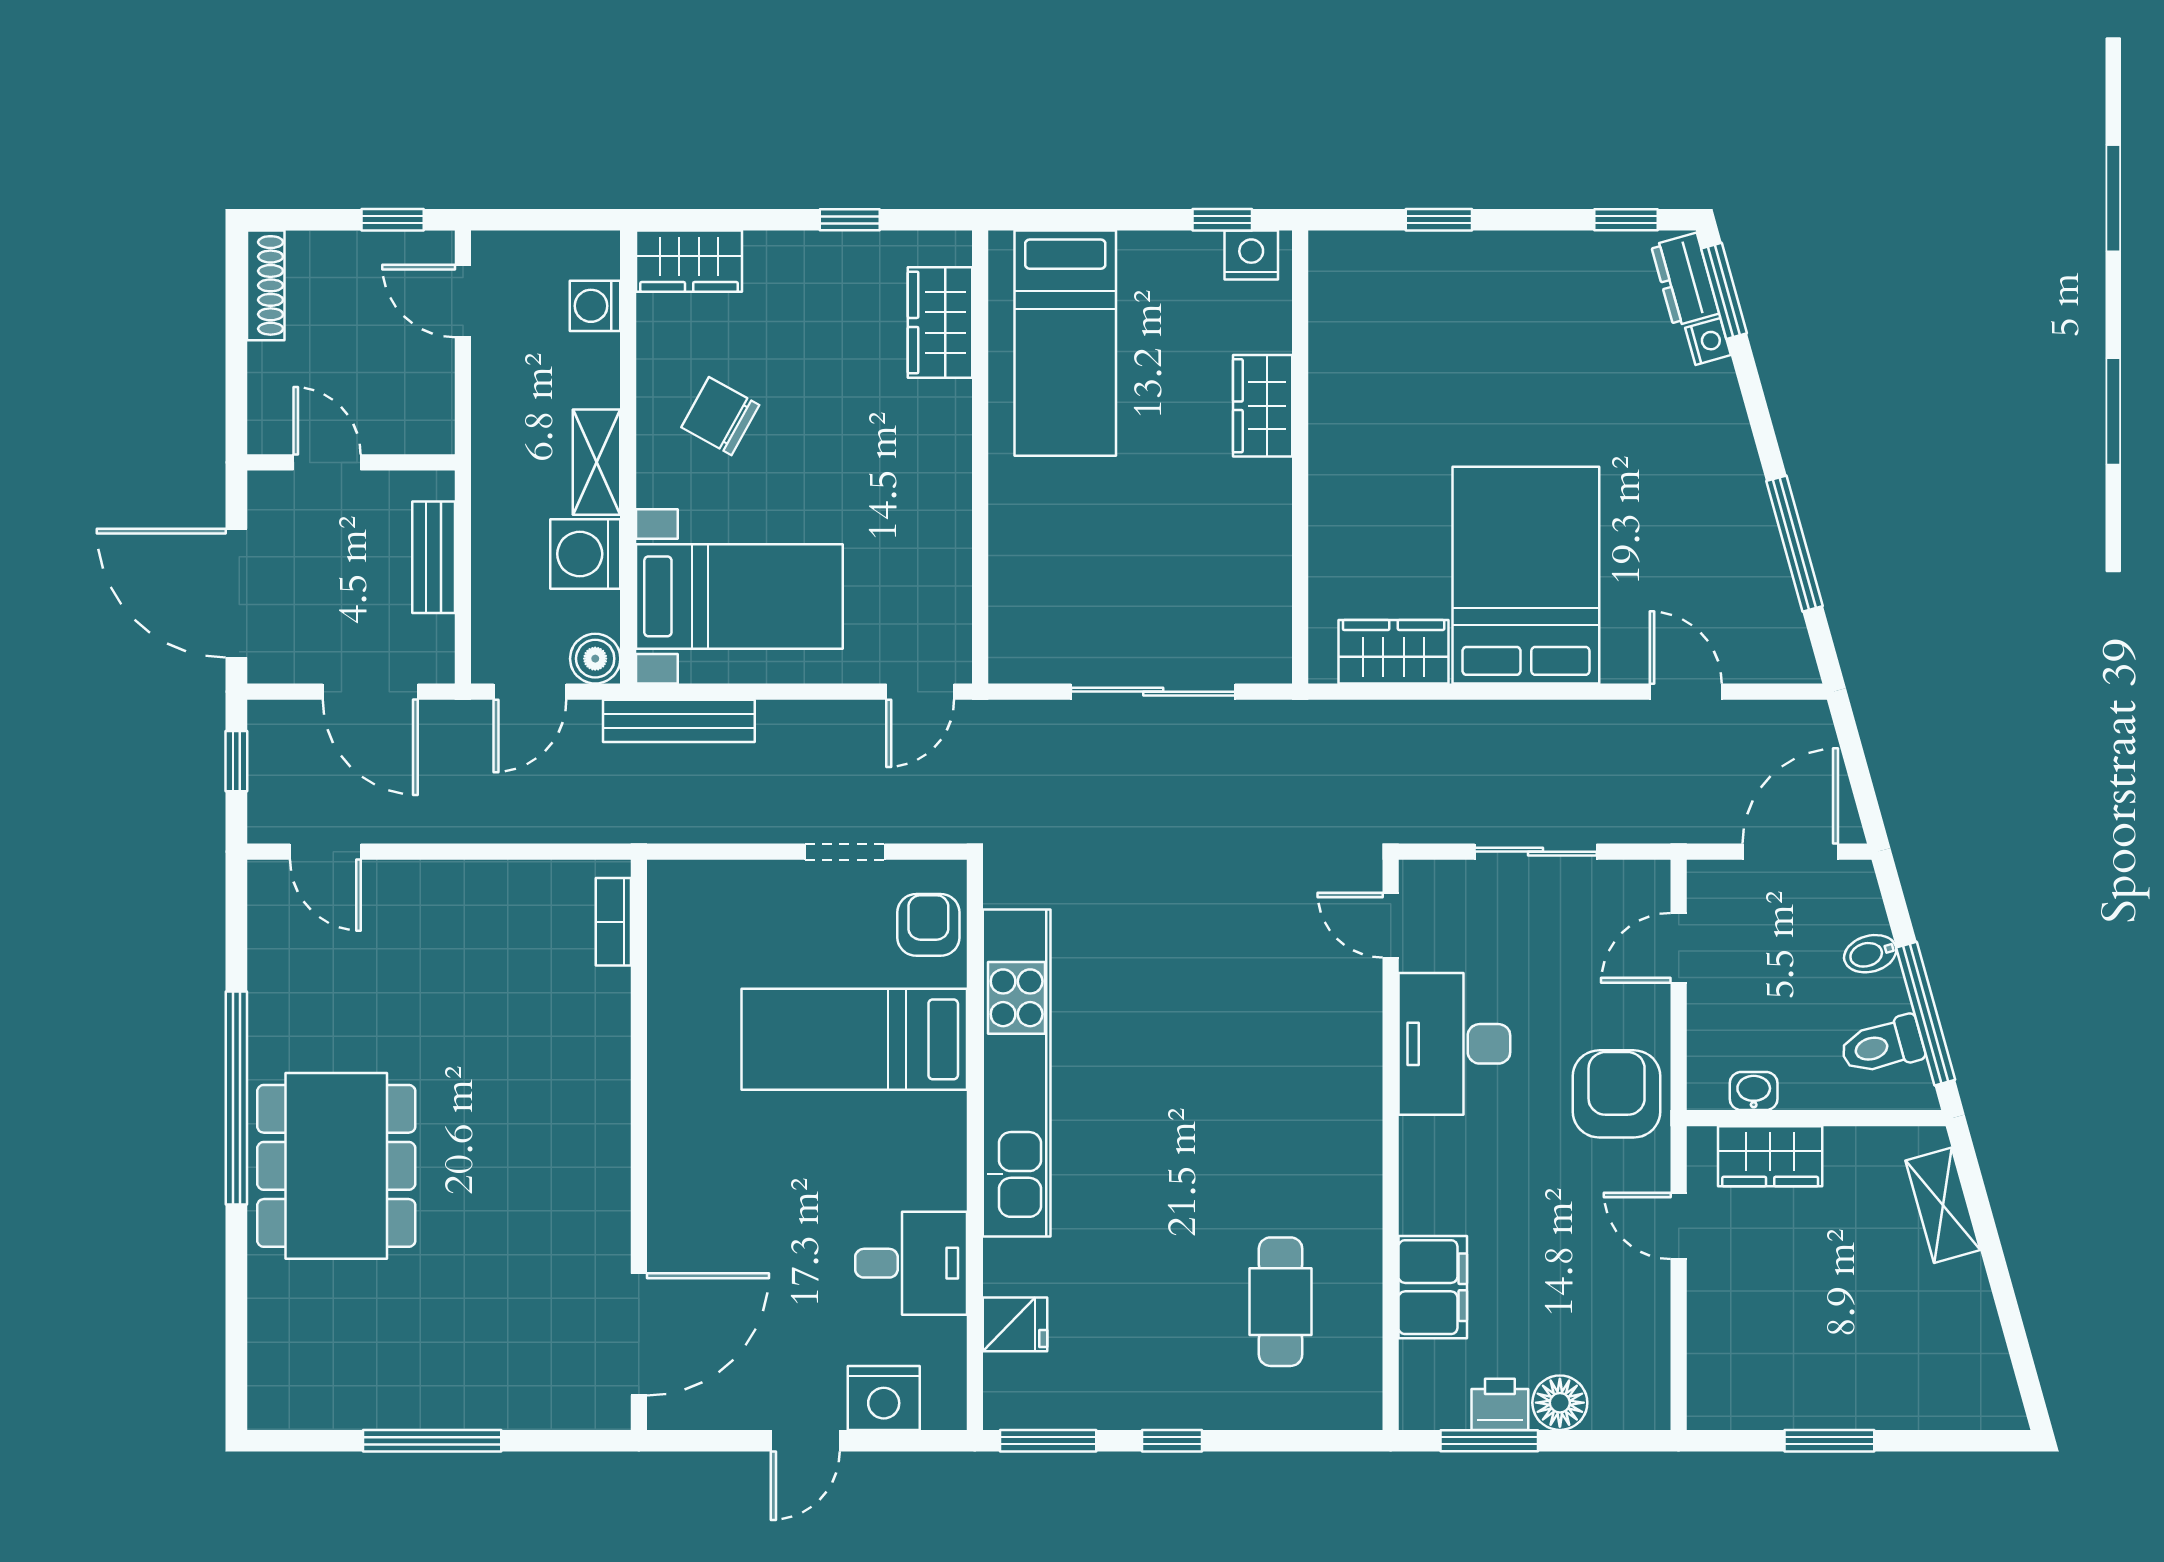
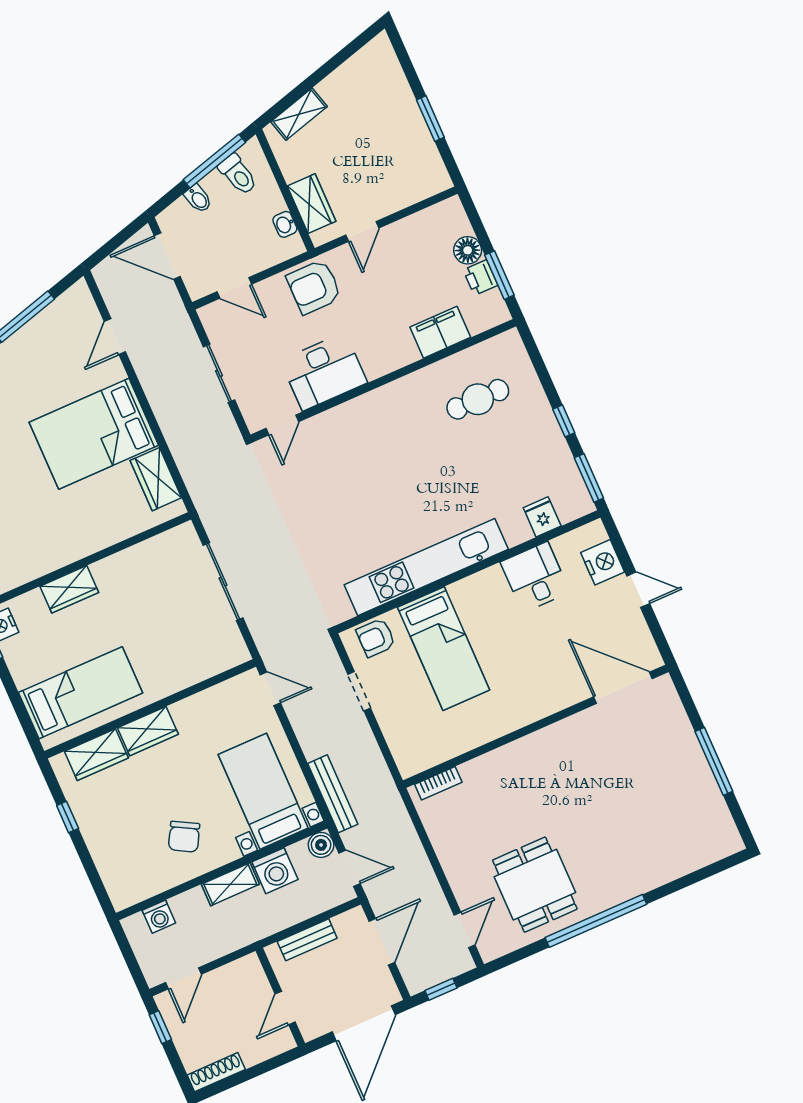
wardrobe: (689, 261) -> (148, 731), moved, turned 90
dining table: (336, 1166) -> (535, 885), moved, width x0.73

